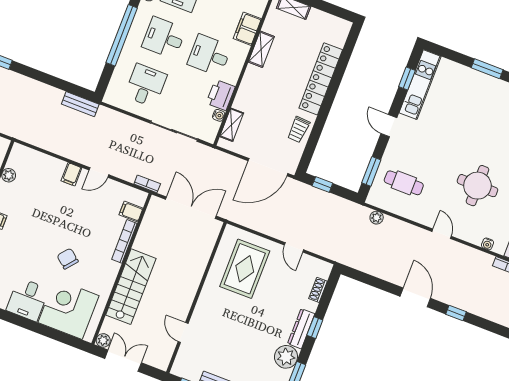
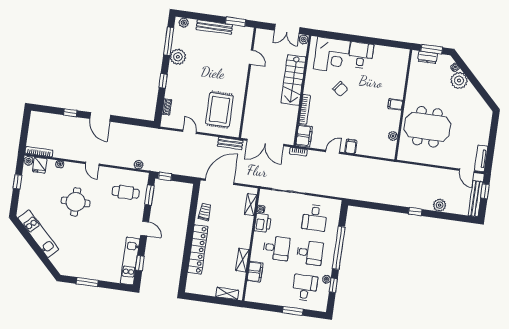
bench: (80, 104) -> (230, 143), moved
window: (322, 185) -> (165, 176), moved
filing cabinet: (131, 212) -> (304, 136), width x2.00
dresser: (301, 329) -> (172, 78), removed

